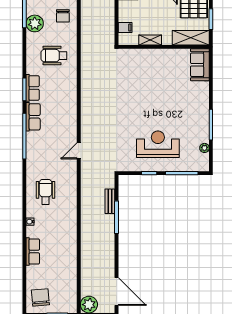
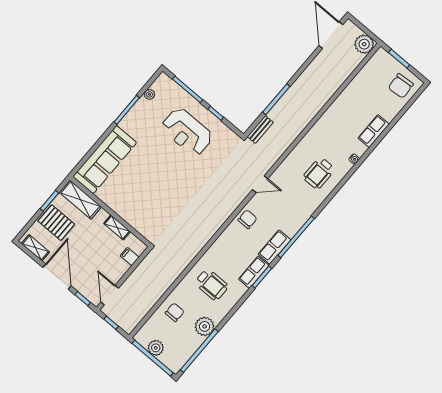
sofa: (200, 65) -> (105, 160), width x1.85, depth x1.27
chair: (67, 120) -> (247, 219), added
bench: (110, 201) -> (260, 129), moved

